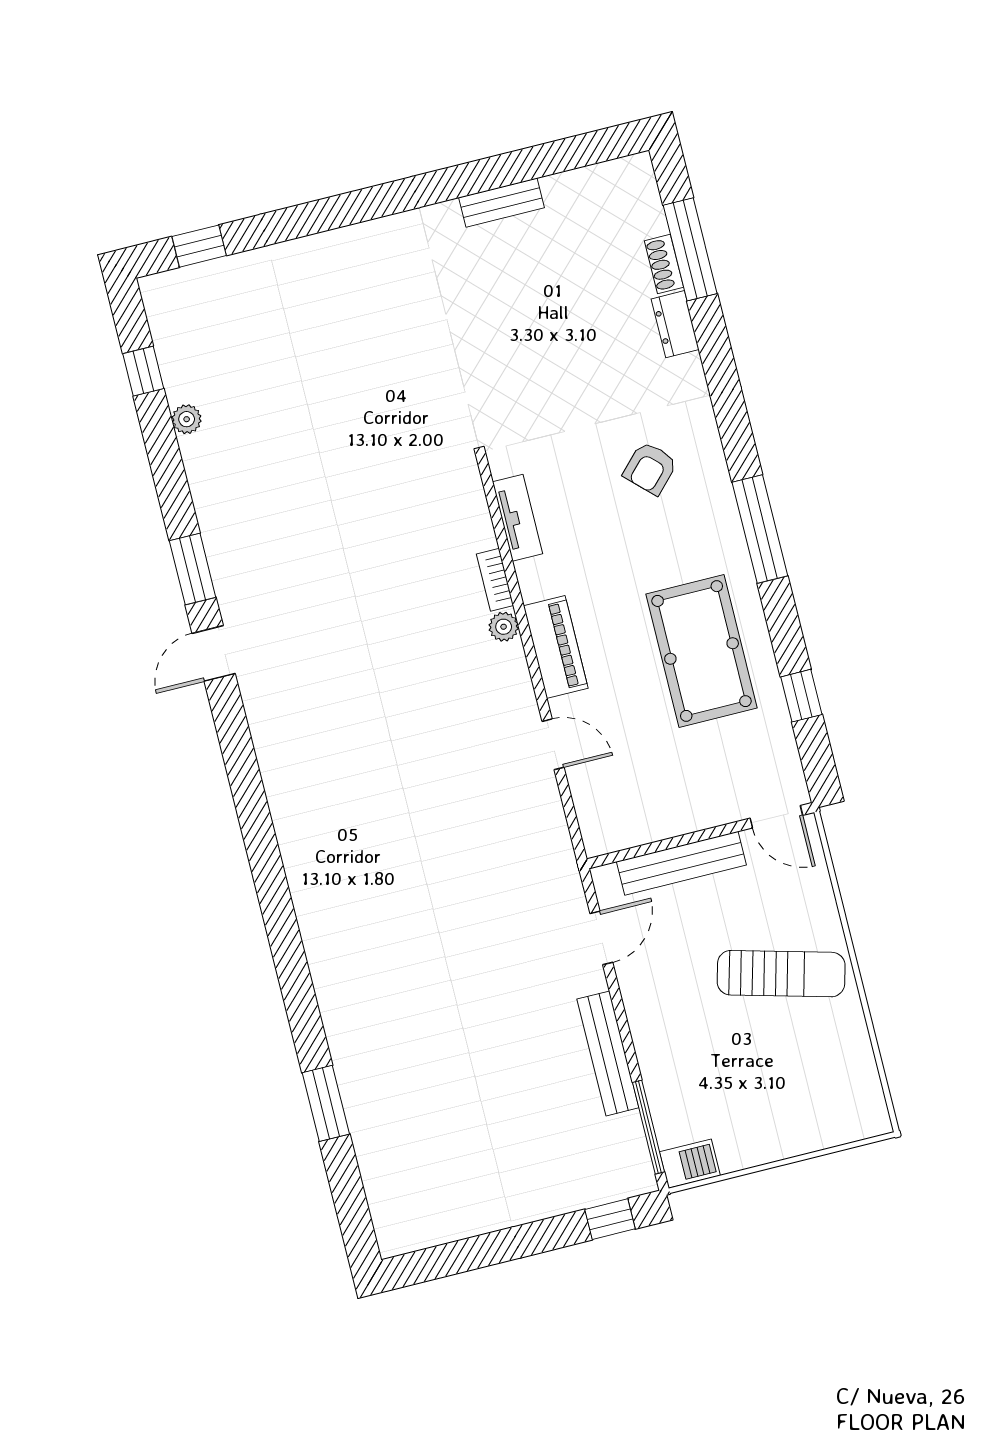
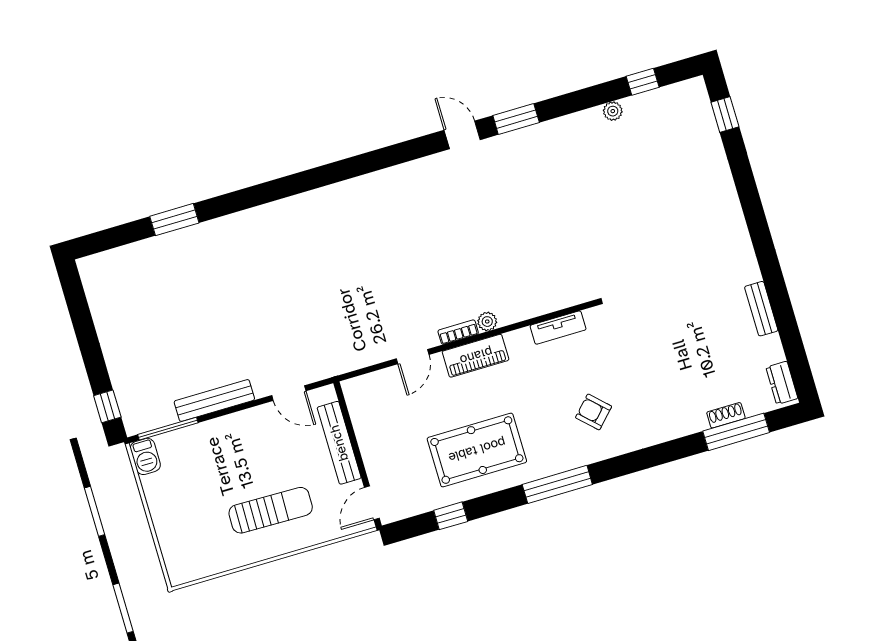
dresser: (675, 324) -> (782, 383), moved, turned -90
bookcase: (495, 580) -> (458, 332), moved
sun lounger: (781, 974) -> (271, 510), turned -104

